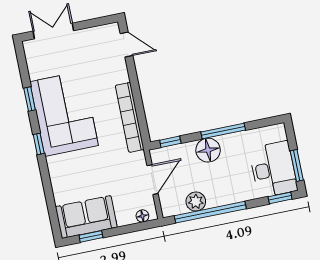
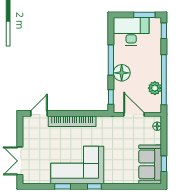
bookcase: (130, 117) -> (72, 121), moved
desk: (273, 169) -> (131, 31), moved

